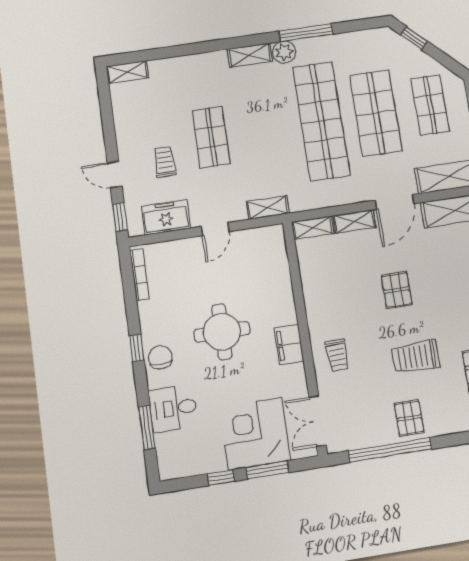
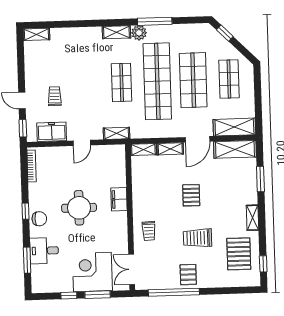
shop shelf: (211, 137) -> (122, 82), moved
filing cabinet: (289, 345) -> (119, 199), moved
chair: (160, 357) -> (39, 219), turned 90

